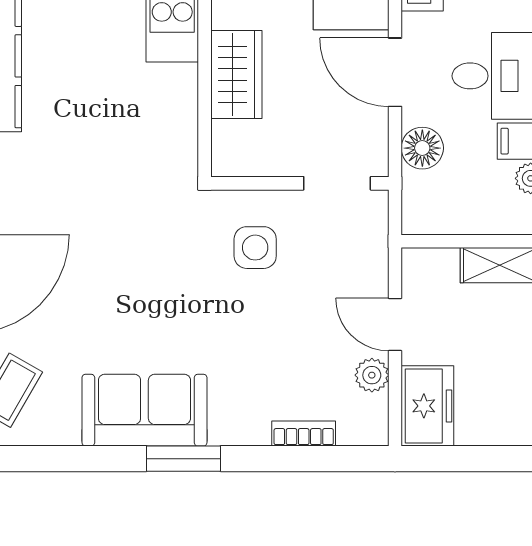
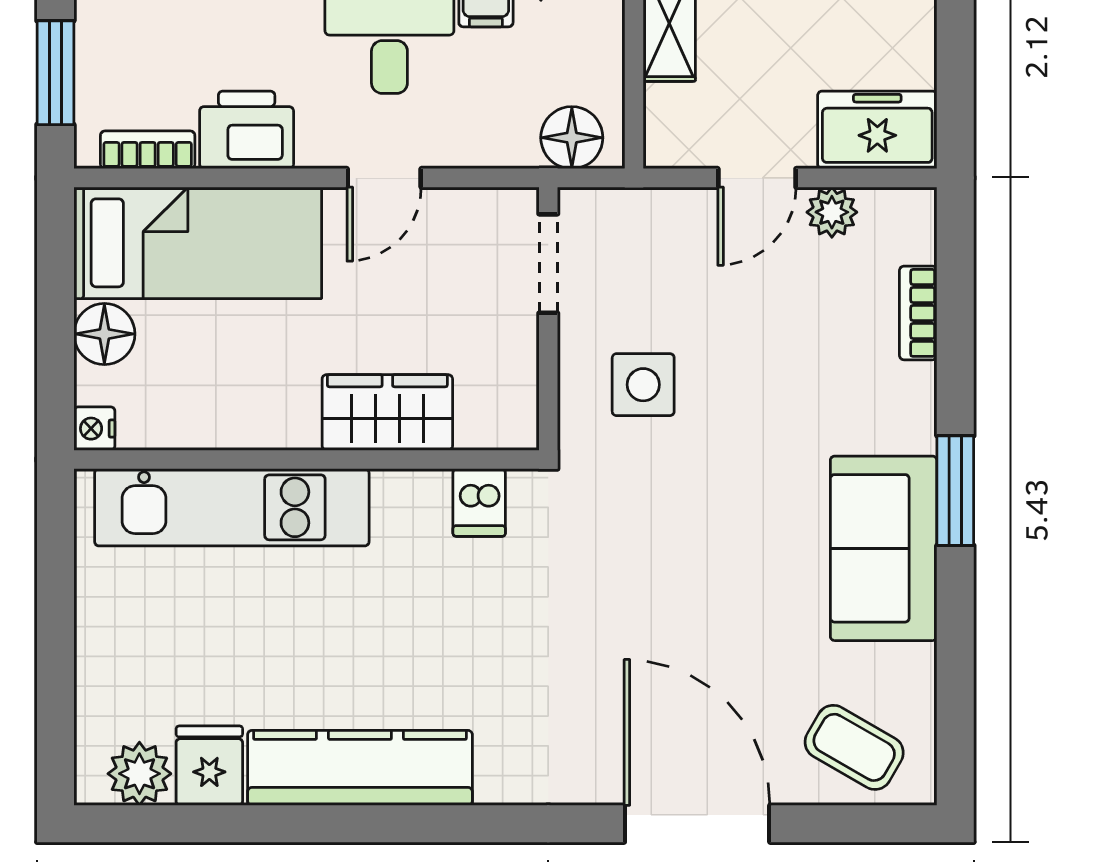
door: (395, 72) -> (384, 178), width x0.73
dishwasher: (175, 137) -> (479, 503), added
floor lamp: (422, 148) -> (572, 138), moved

